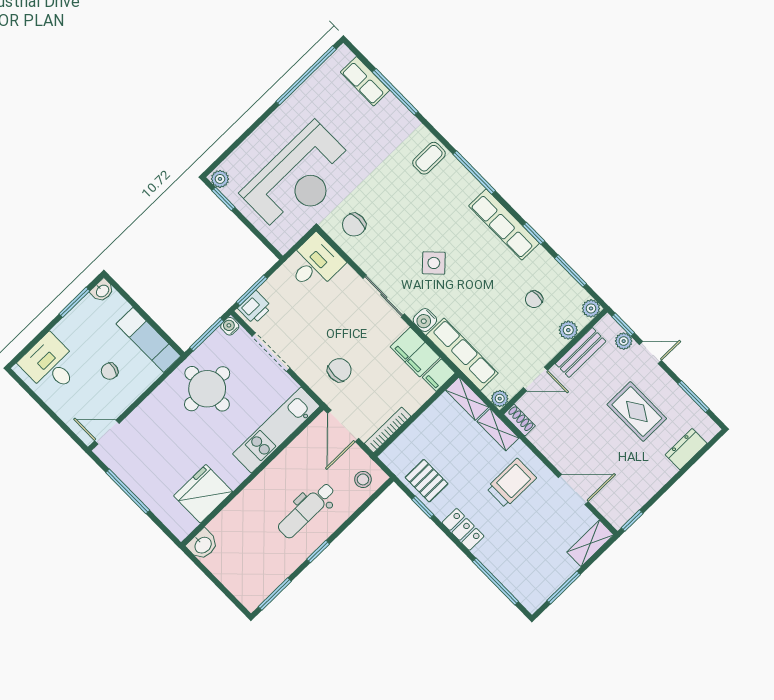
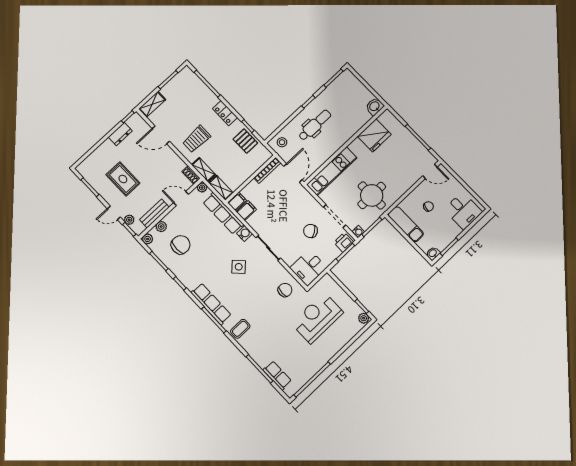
reception desk: (299, 179) -> (317, 318), width x0.74, depth x0.77
row of seats: (504, 225) -> (211, 304), moved
chair: (534, 299) -> (181, 245), width x1.87, depth x1.87
filing cabinet: (415, 352) -> (246, 211), width x0.50
chair: (339, 370) -> (310, 231), moved, turned 57
dresser: (686, 449) -> (120, 134), moved

